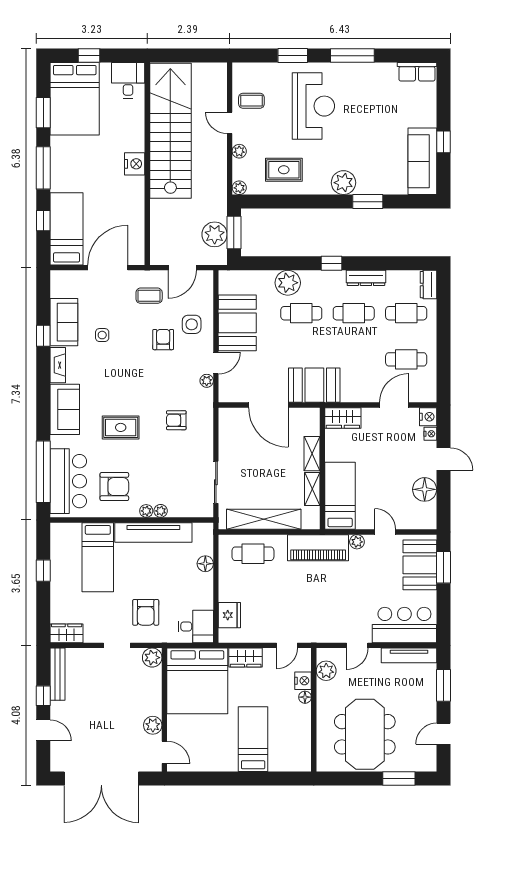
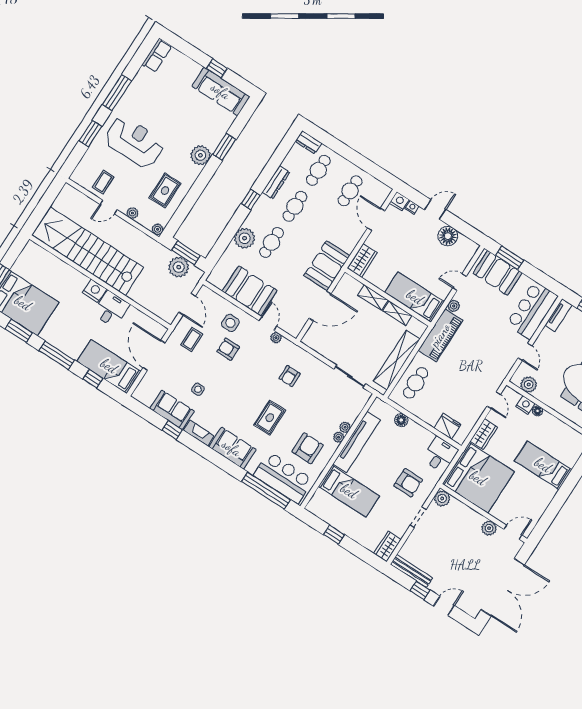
desk: (128, 80) -> (111, 309), moved, turned 90
tv unit: (409, 655) -> (559, 315), width x0.71

